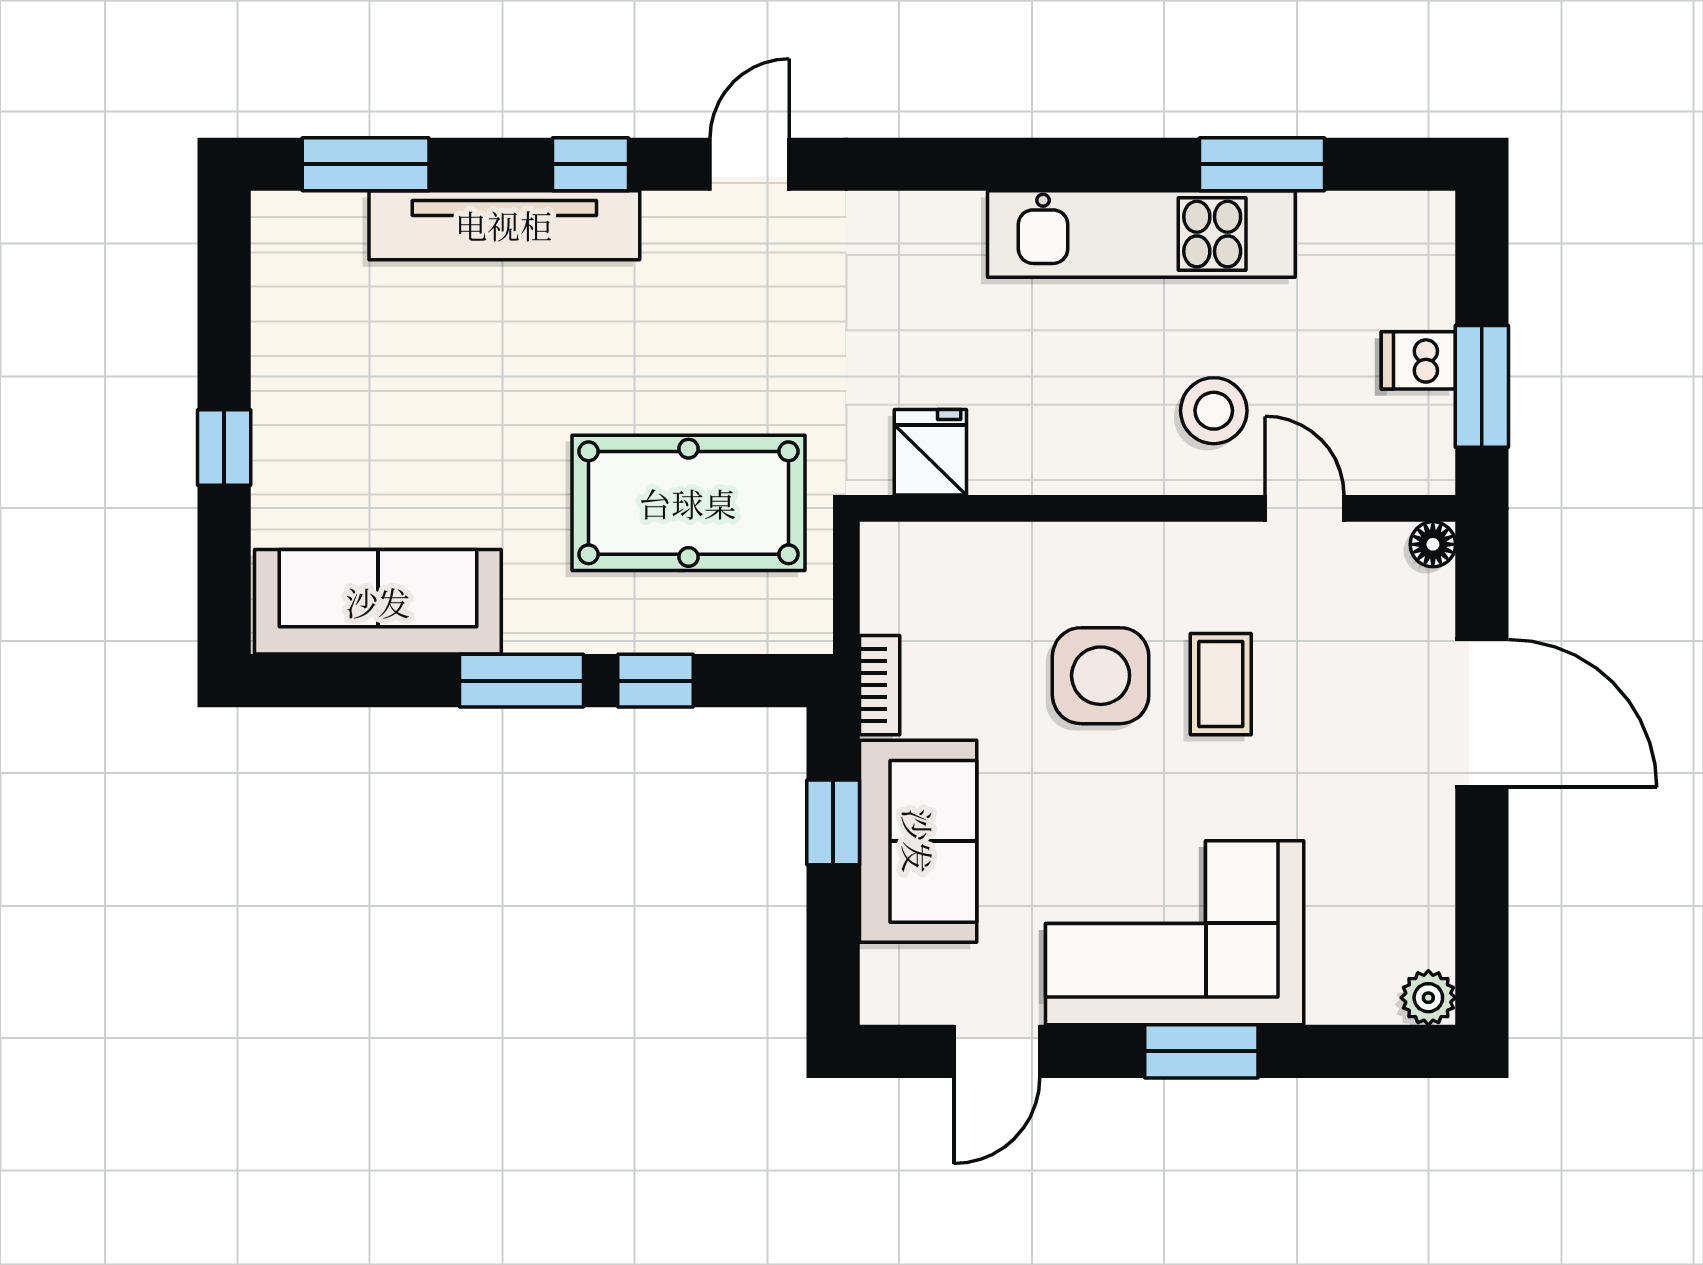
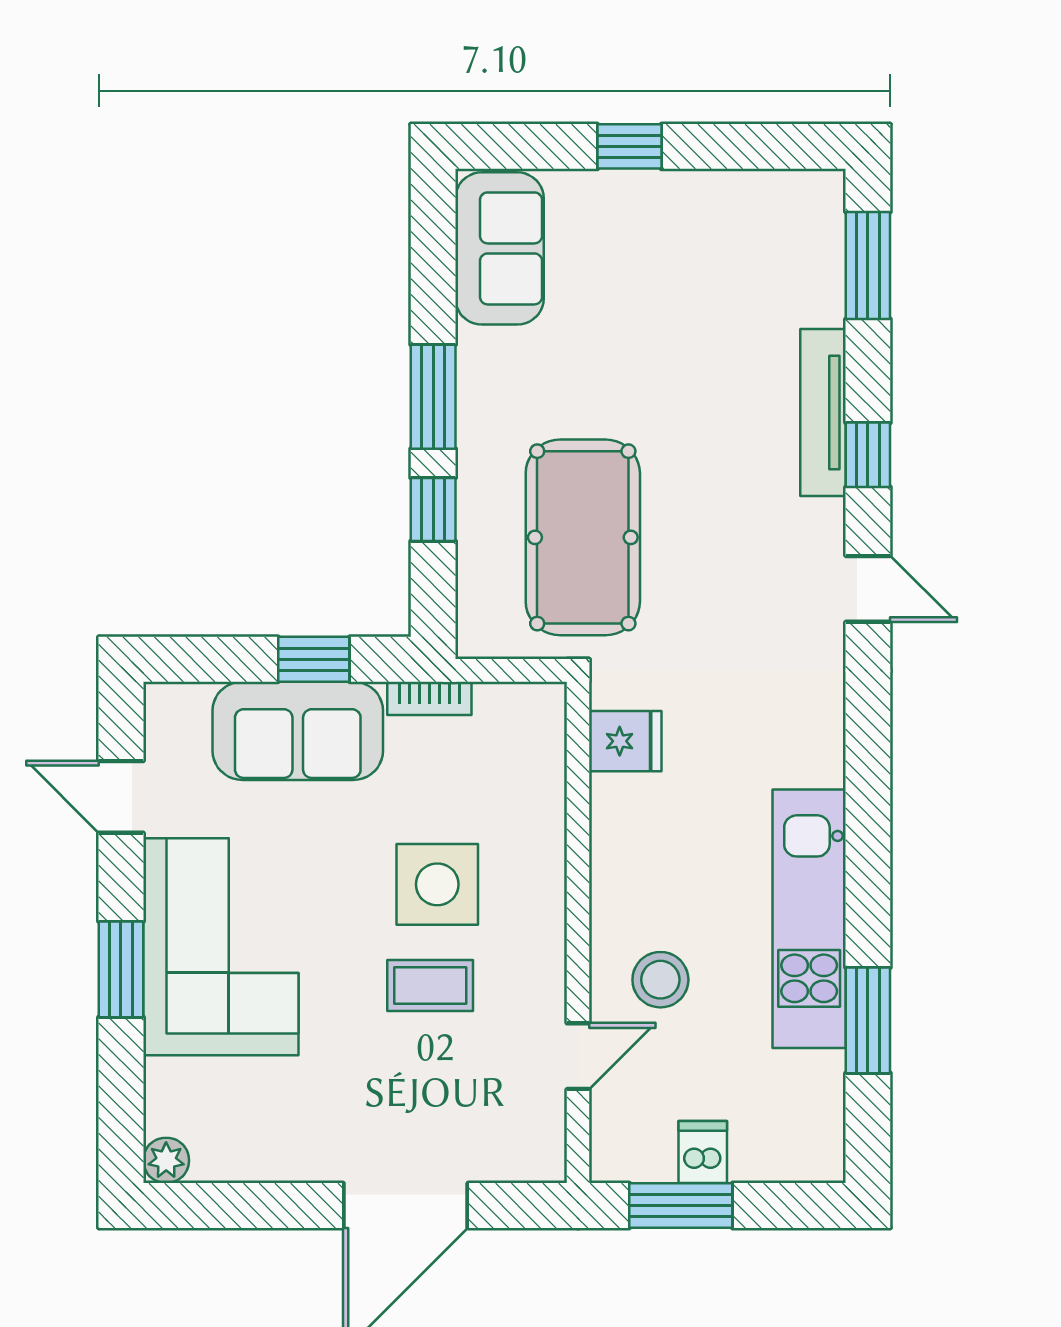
tv unit: (504, 225) -> (823, 413), width x0.73, depth x0.78
floor lamp: (1433, 544) -> (548, 1164), removed
sofa: (378, 602) -> (500, 248), width x0.73

